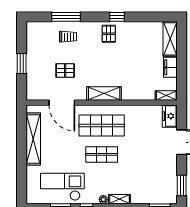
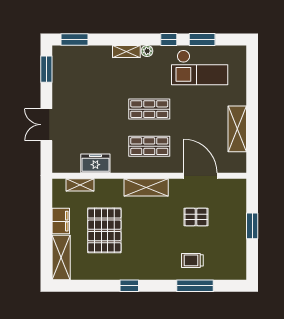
pallet: (109, 34) -> (104, 230), moved, width x2.05, depth x2.00
shelving: (166, 95) -> (80, 185), moved
freezer: (170, 116) -> (95, 163), moved, turned -90
shop shelf: (102, 125) -> (149, 146), width x0.70, depth x0.74
shelving: (33, 139) -> (237, 129), width x0.68

